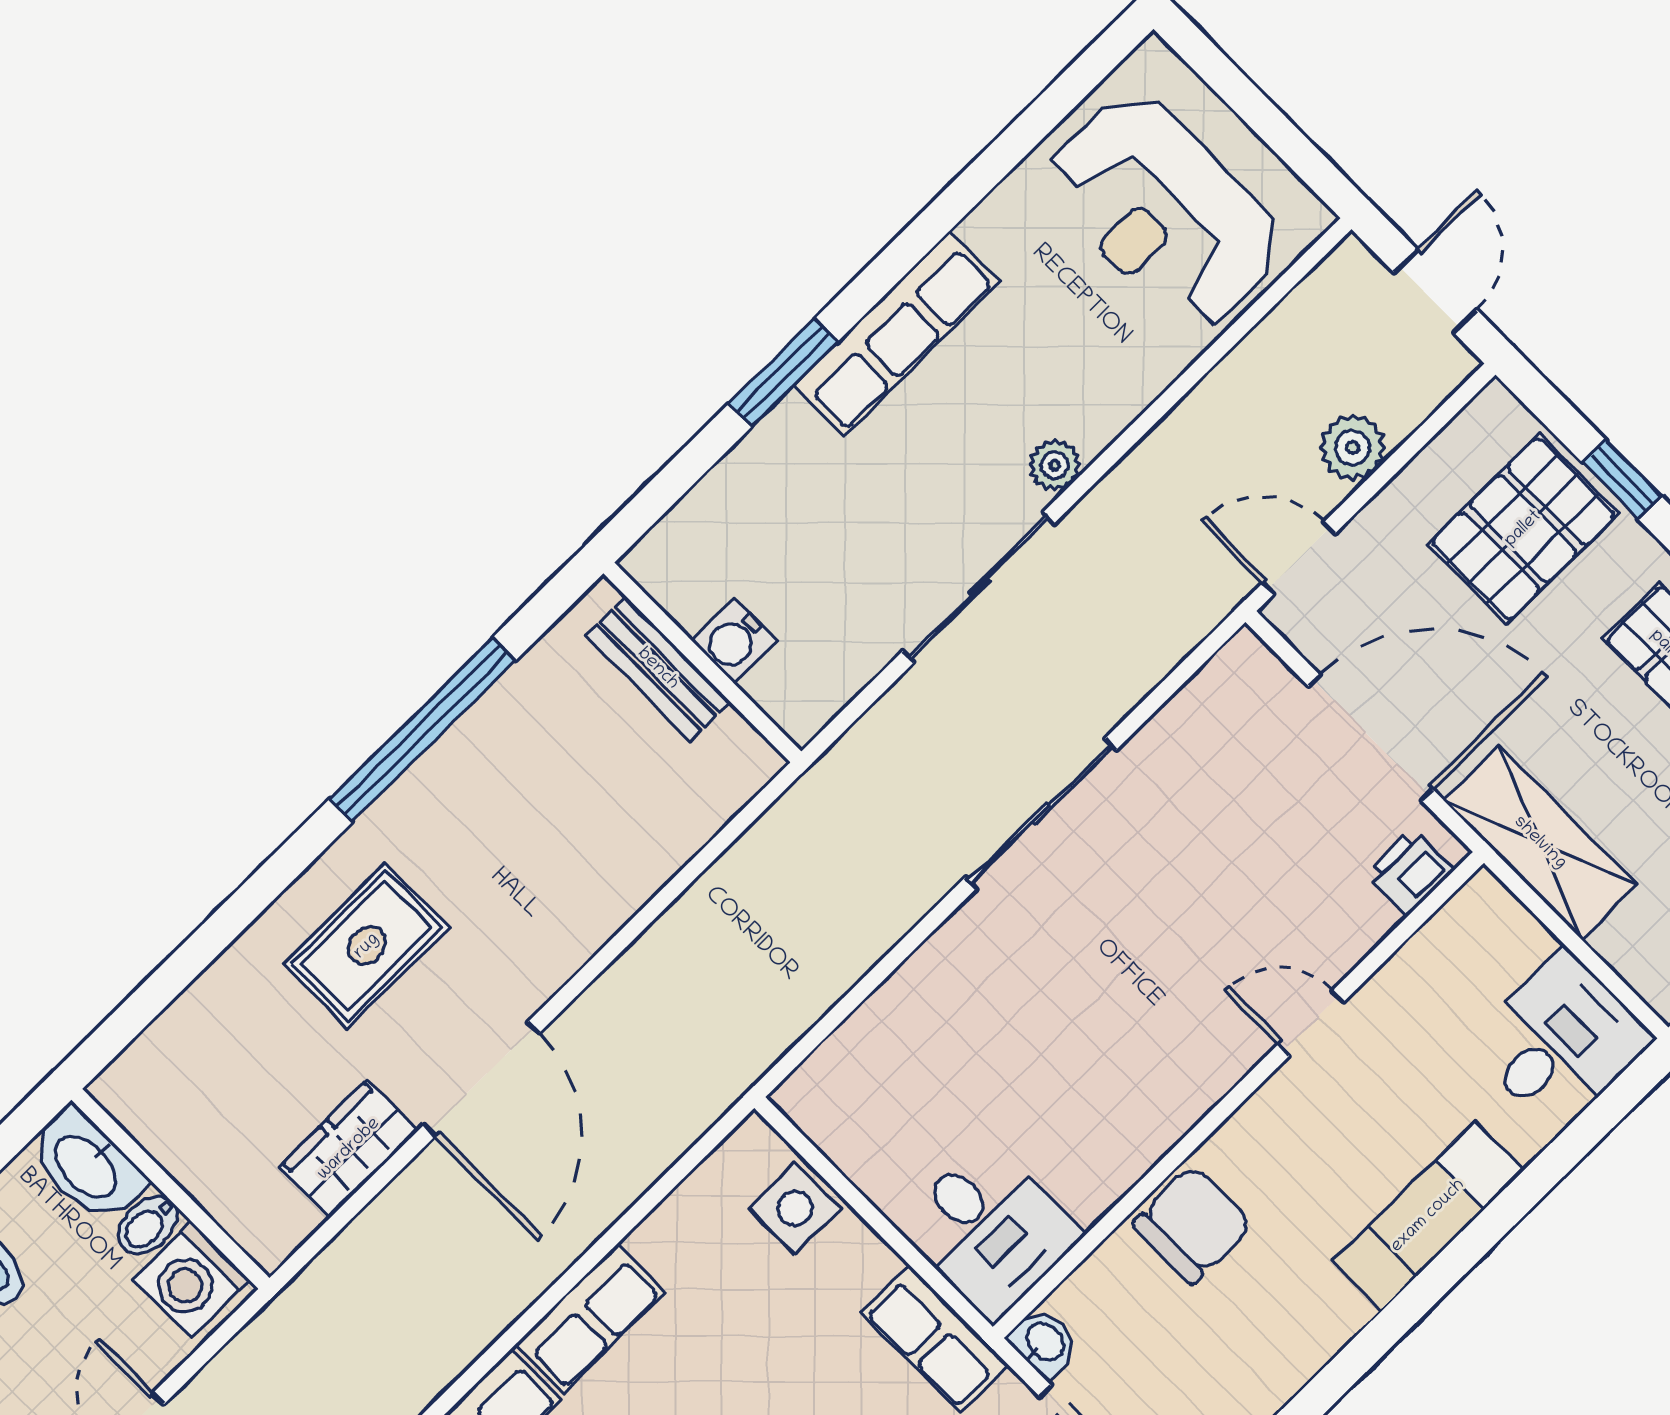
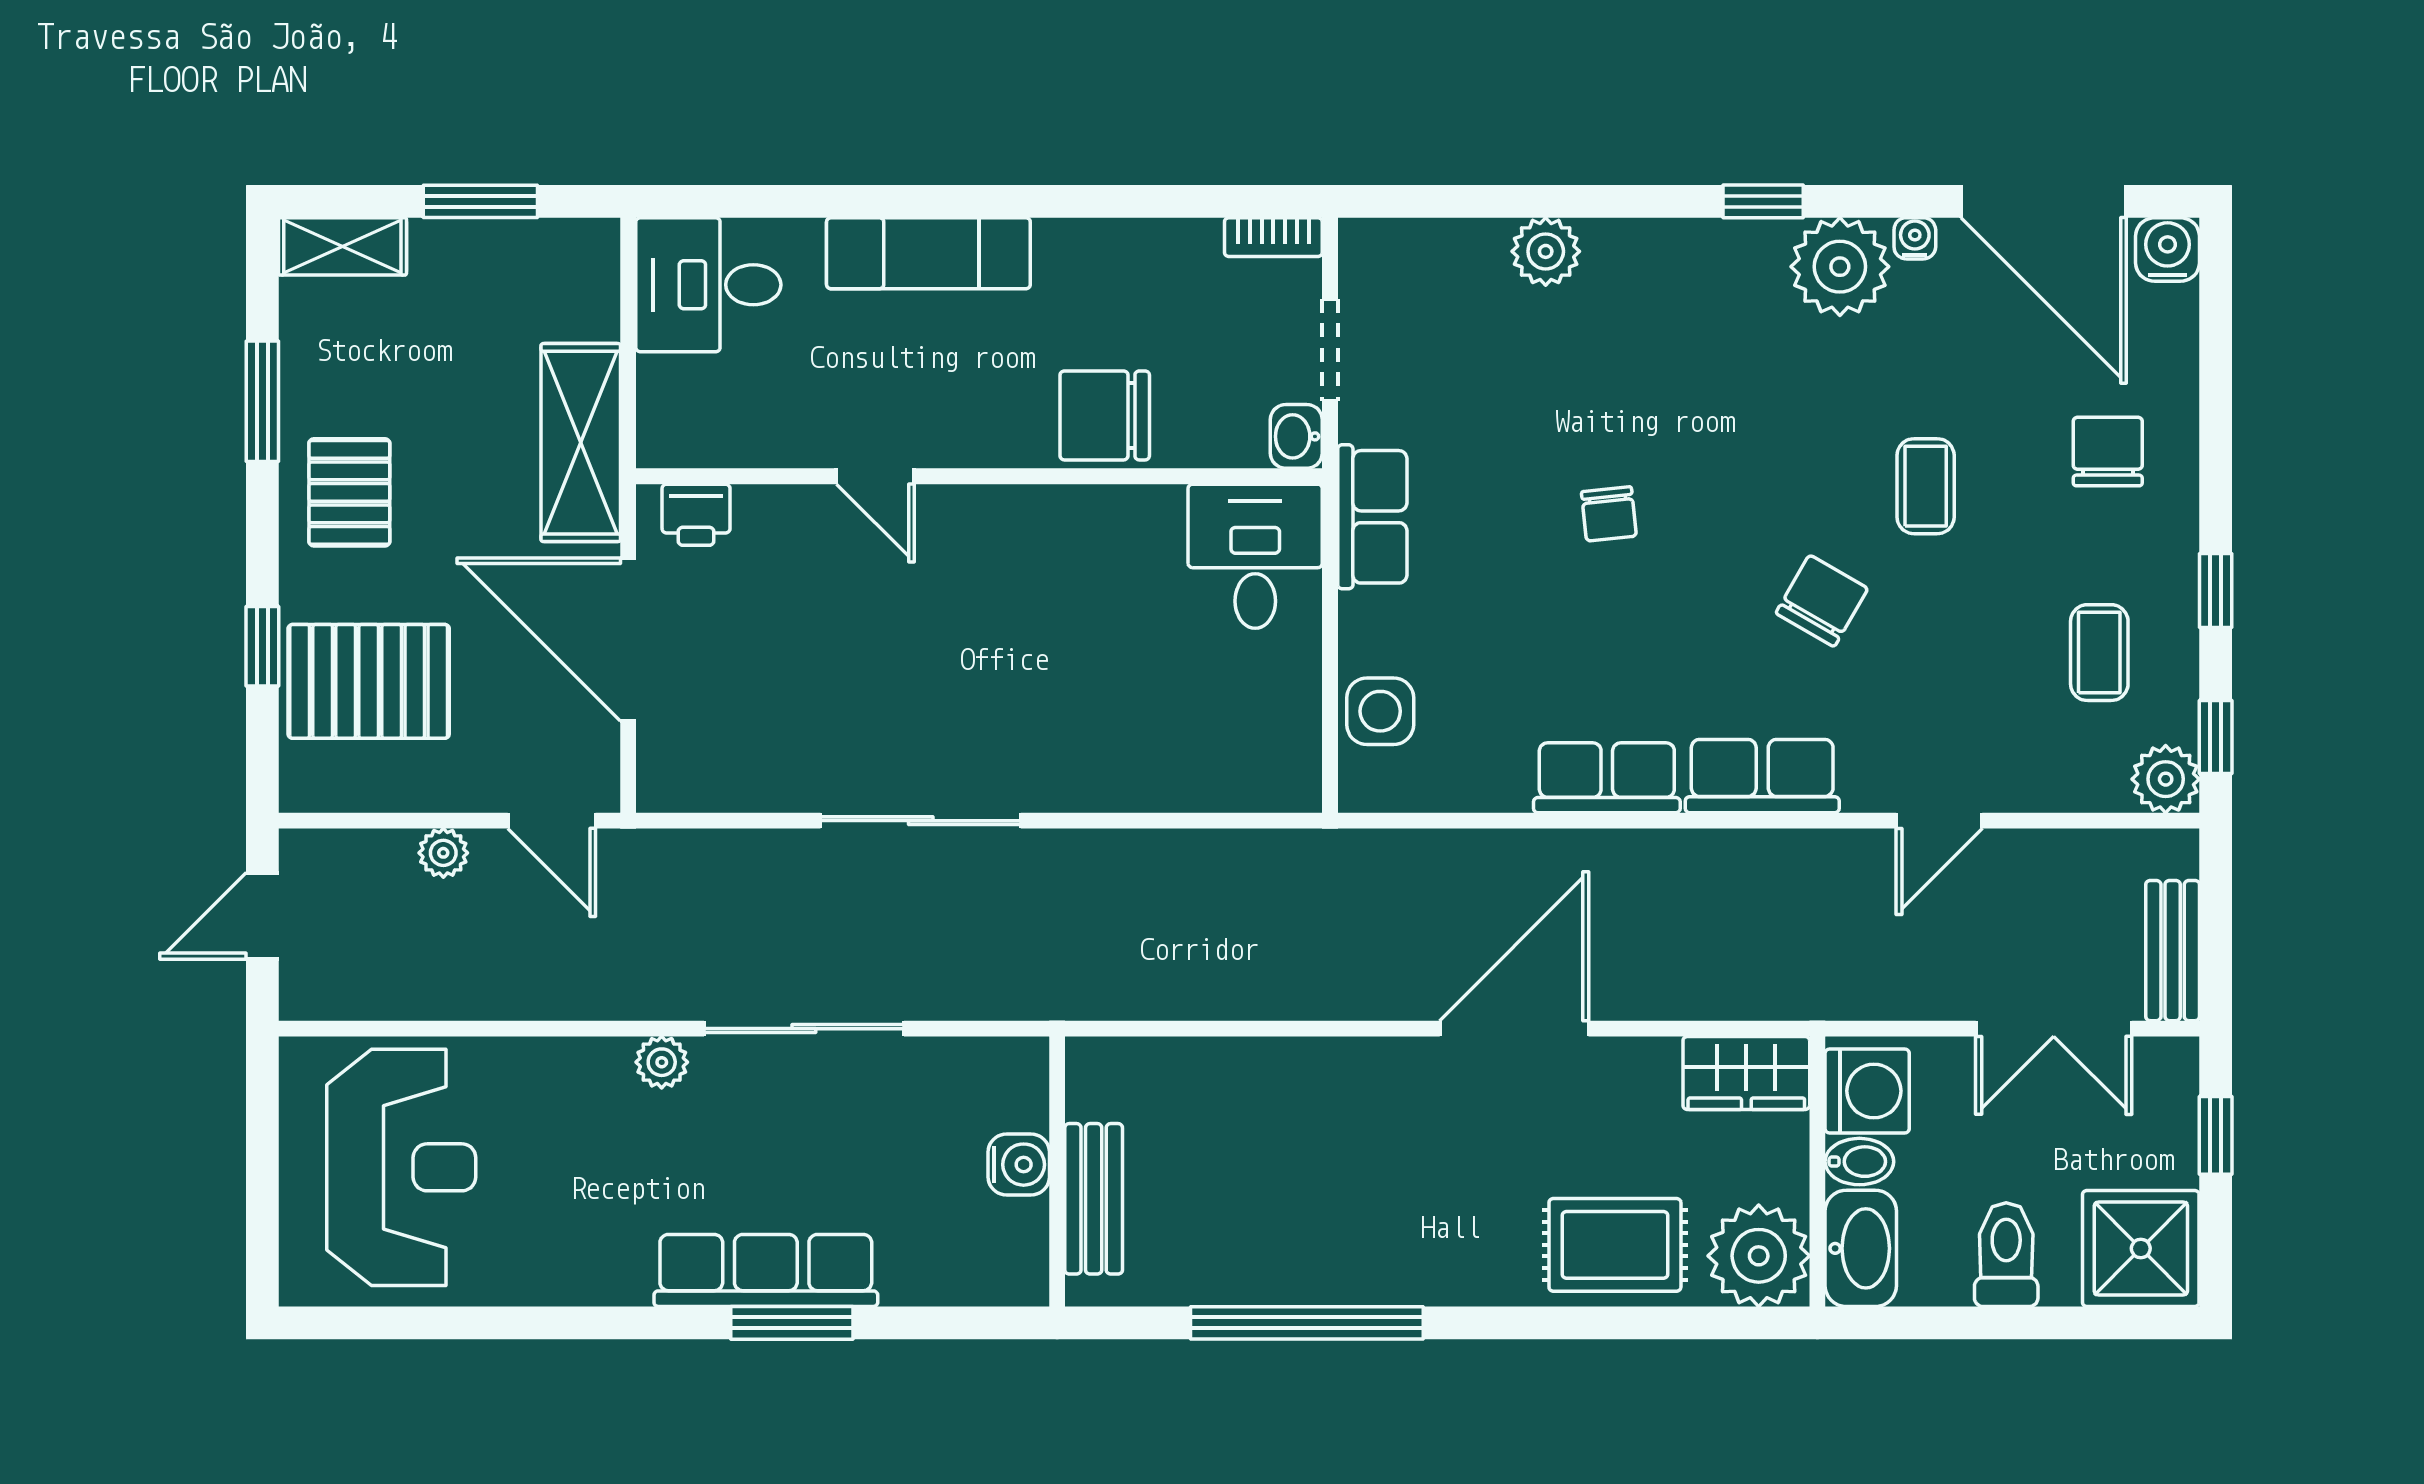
row of seats: (896, 333) -> (766, 1271), moved
plant: (1353, 448) -> (443, 853), width x0.73, depth x0.73
rug: (367, 946) -> (1615, 1245), moved
plant: (153, 1089) -> (1759, 1256), added
wardrobe: (349, 1149) -> (1746, 1073), moved

